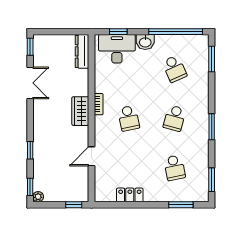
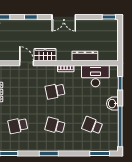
desk: (117, 49) -> (95, 76), moved, turned -90
dresser: (82, 51) -> (85, 56), moved
school desk: (174, 69) -> (92, 126), turned 45
double door: (30, 83) -> (64, 17), moved
wardrobe: (80, 111) -> (45, 55), moved

